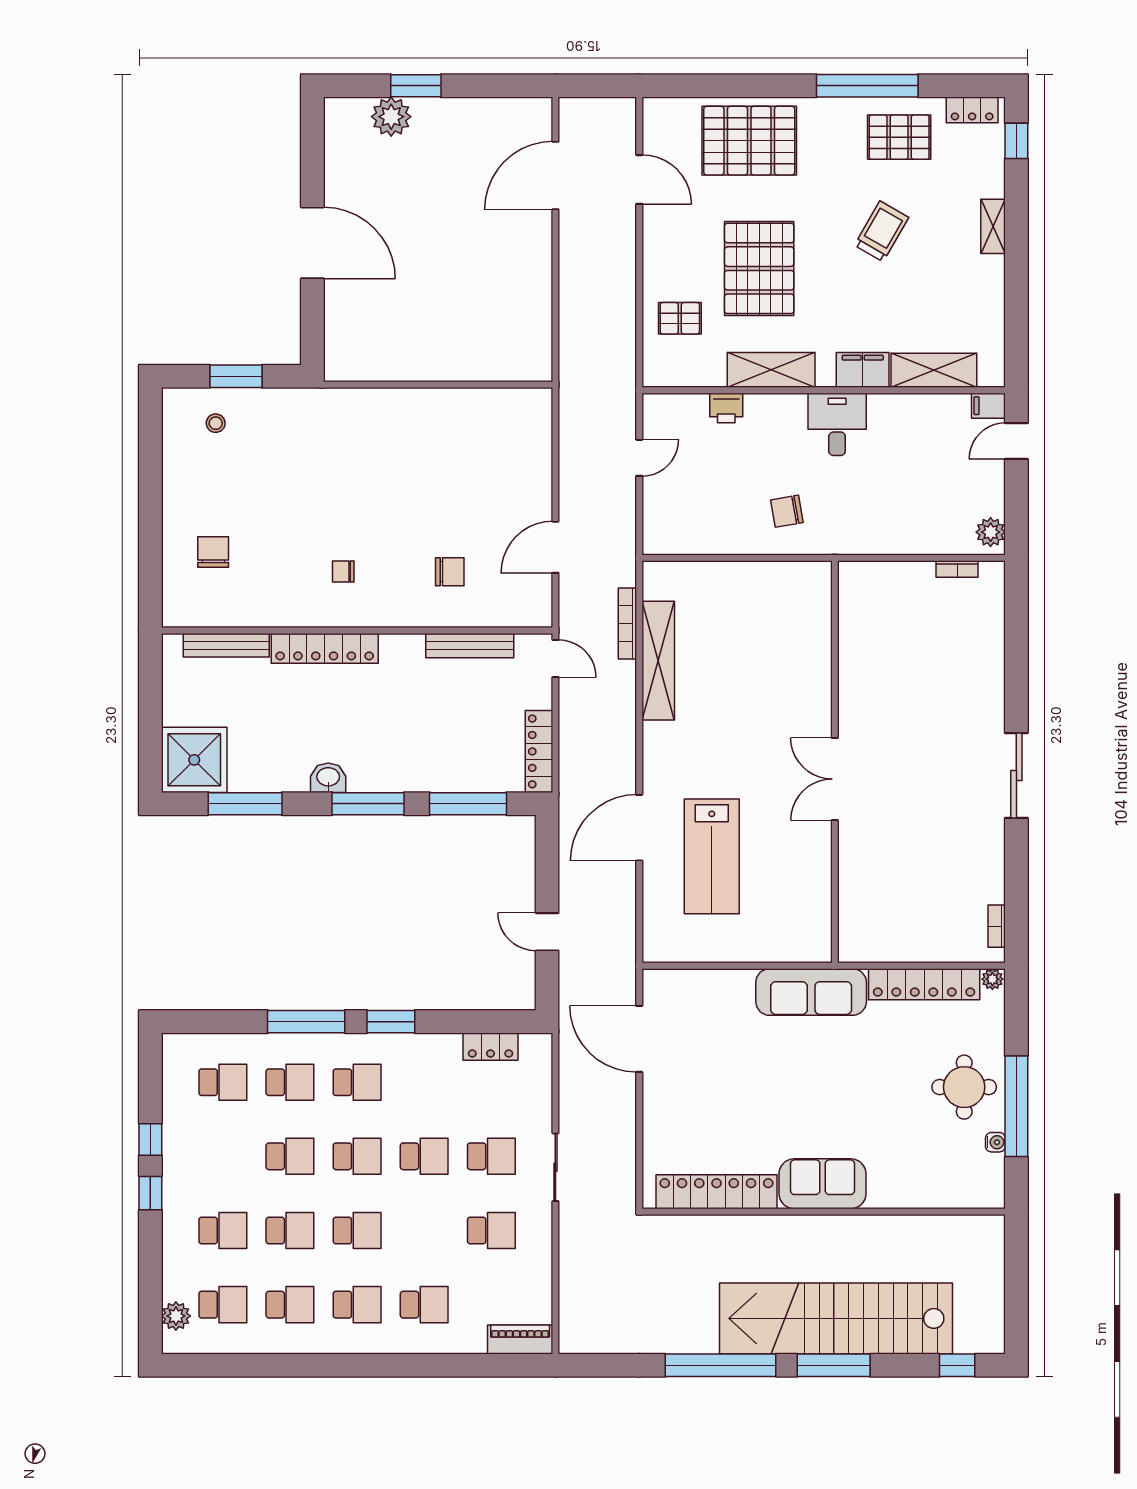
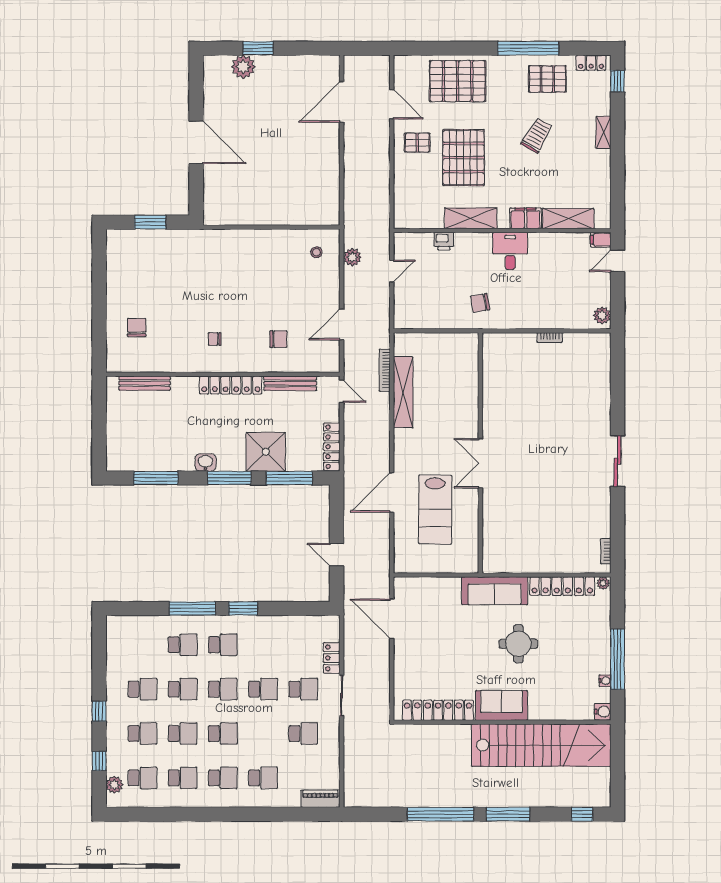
pallet: (680, 318) -> (417, 143), moved
stool: (216, 423) -> (316, 252), moved
plant: (573, 435) -> (352, 257), added
bookcase: (957, 569) -> (550, 338), moved
locker: (325, 648) -> (231, 385), moved
shower: (194, 760) -> (266, 452), moved
wall: (835, 762) -> (480, 453), moved
double door: (835, 779) -> (480, 463), moved
locker: (491, 1047) -> (332, 658), moved, turned 90
school desk: (223, 1082) -> (142, 689), moved
round table: (964, 1087) -> (518, 644), moved
window: (150, 1139) -> (99, 761), moved
water cooler: (992, 1194) -> (603, 712), added
stairs: (836, 1318) -> (541, 745), moved, turned 180

